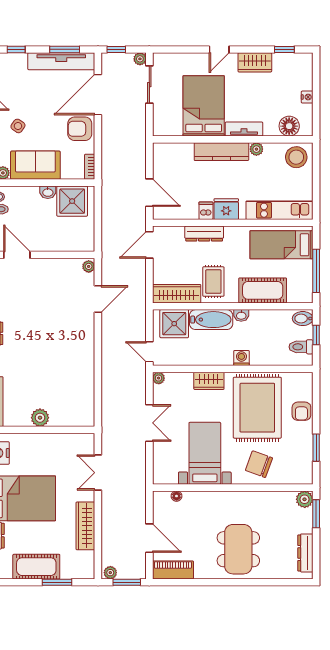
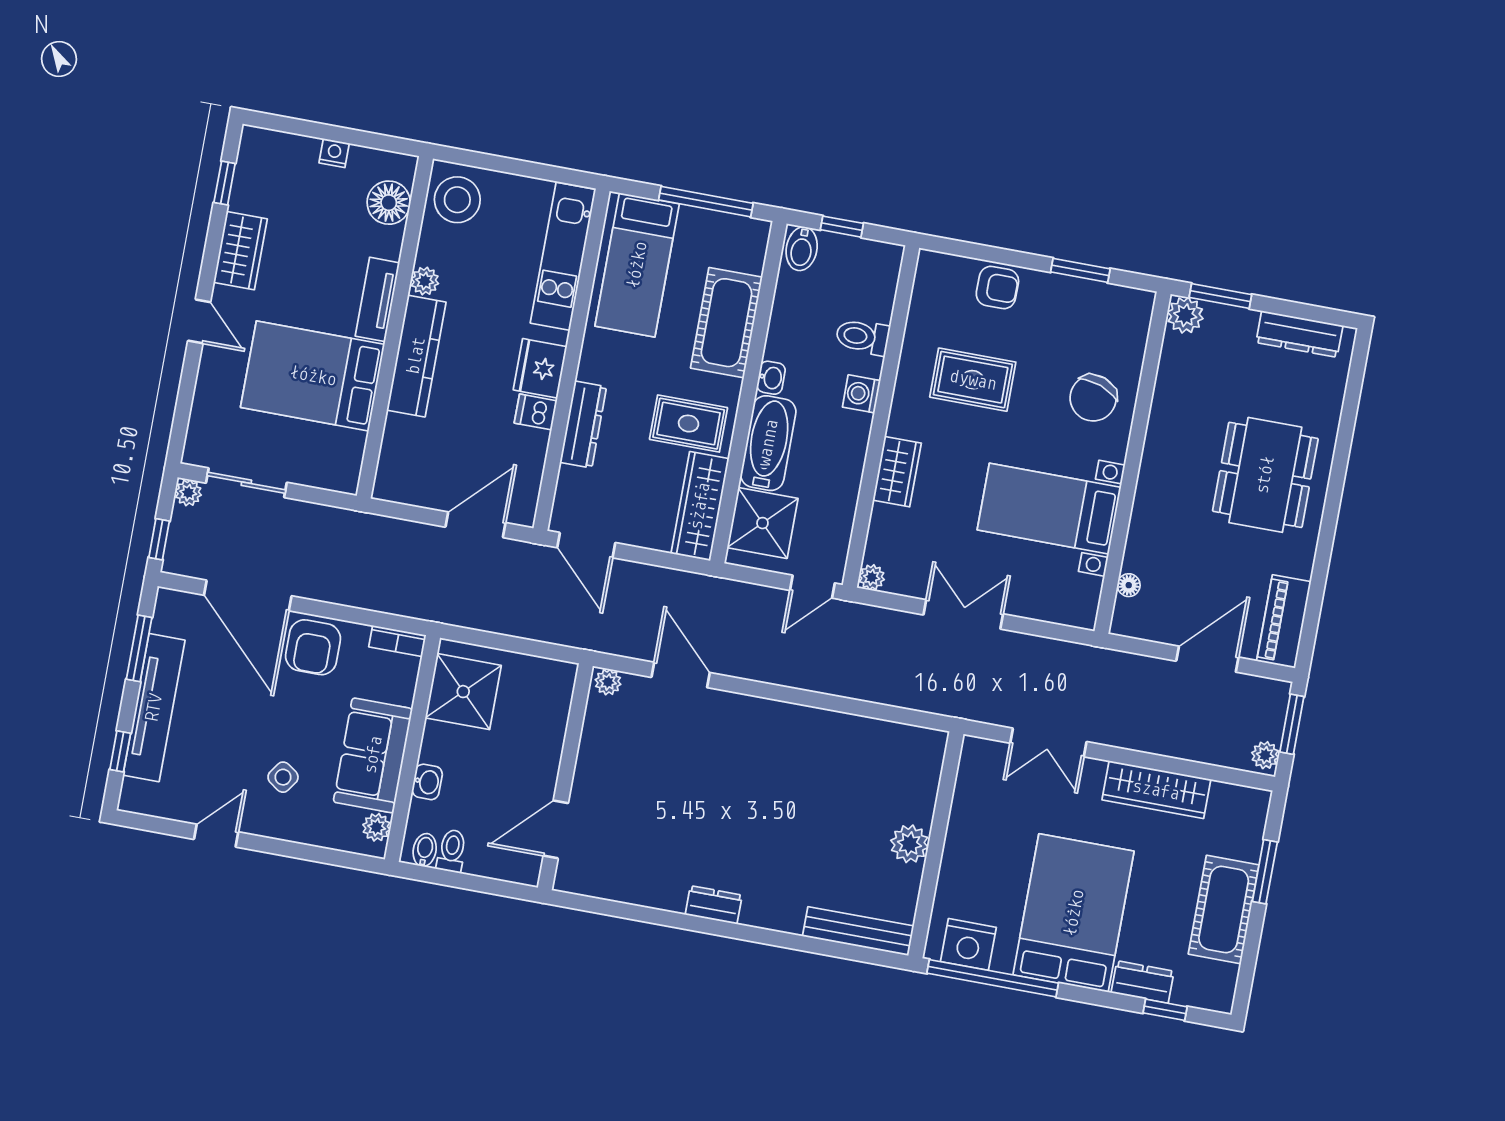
tv unit: (61, 61) -> (154, 708), moved
washbasin: (48, 192) -> (427, 782), moved
toilet: (301, 347) -> (863, 337), moved, turned 90
rug: (257, 408) -> (973, 380), width x0.54, depth x0.49
dining table: (238, 549) -> (1265, 475), turned 90

